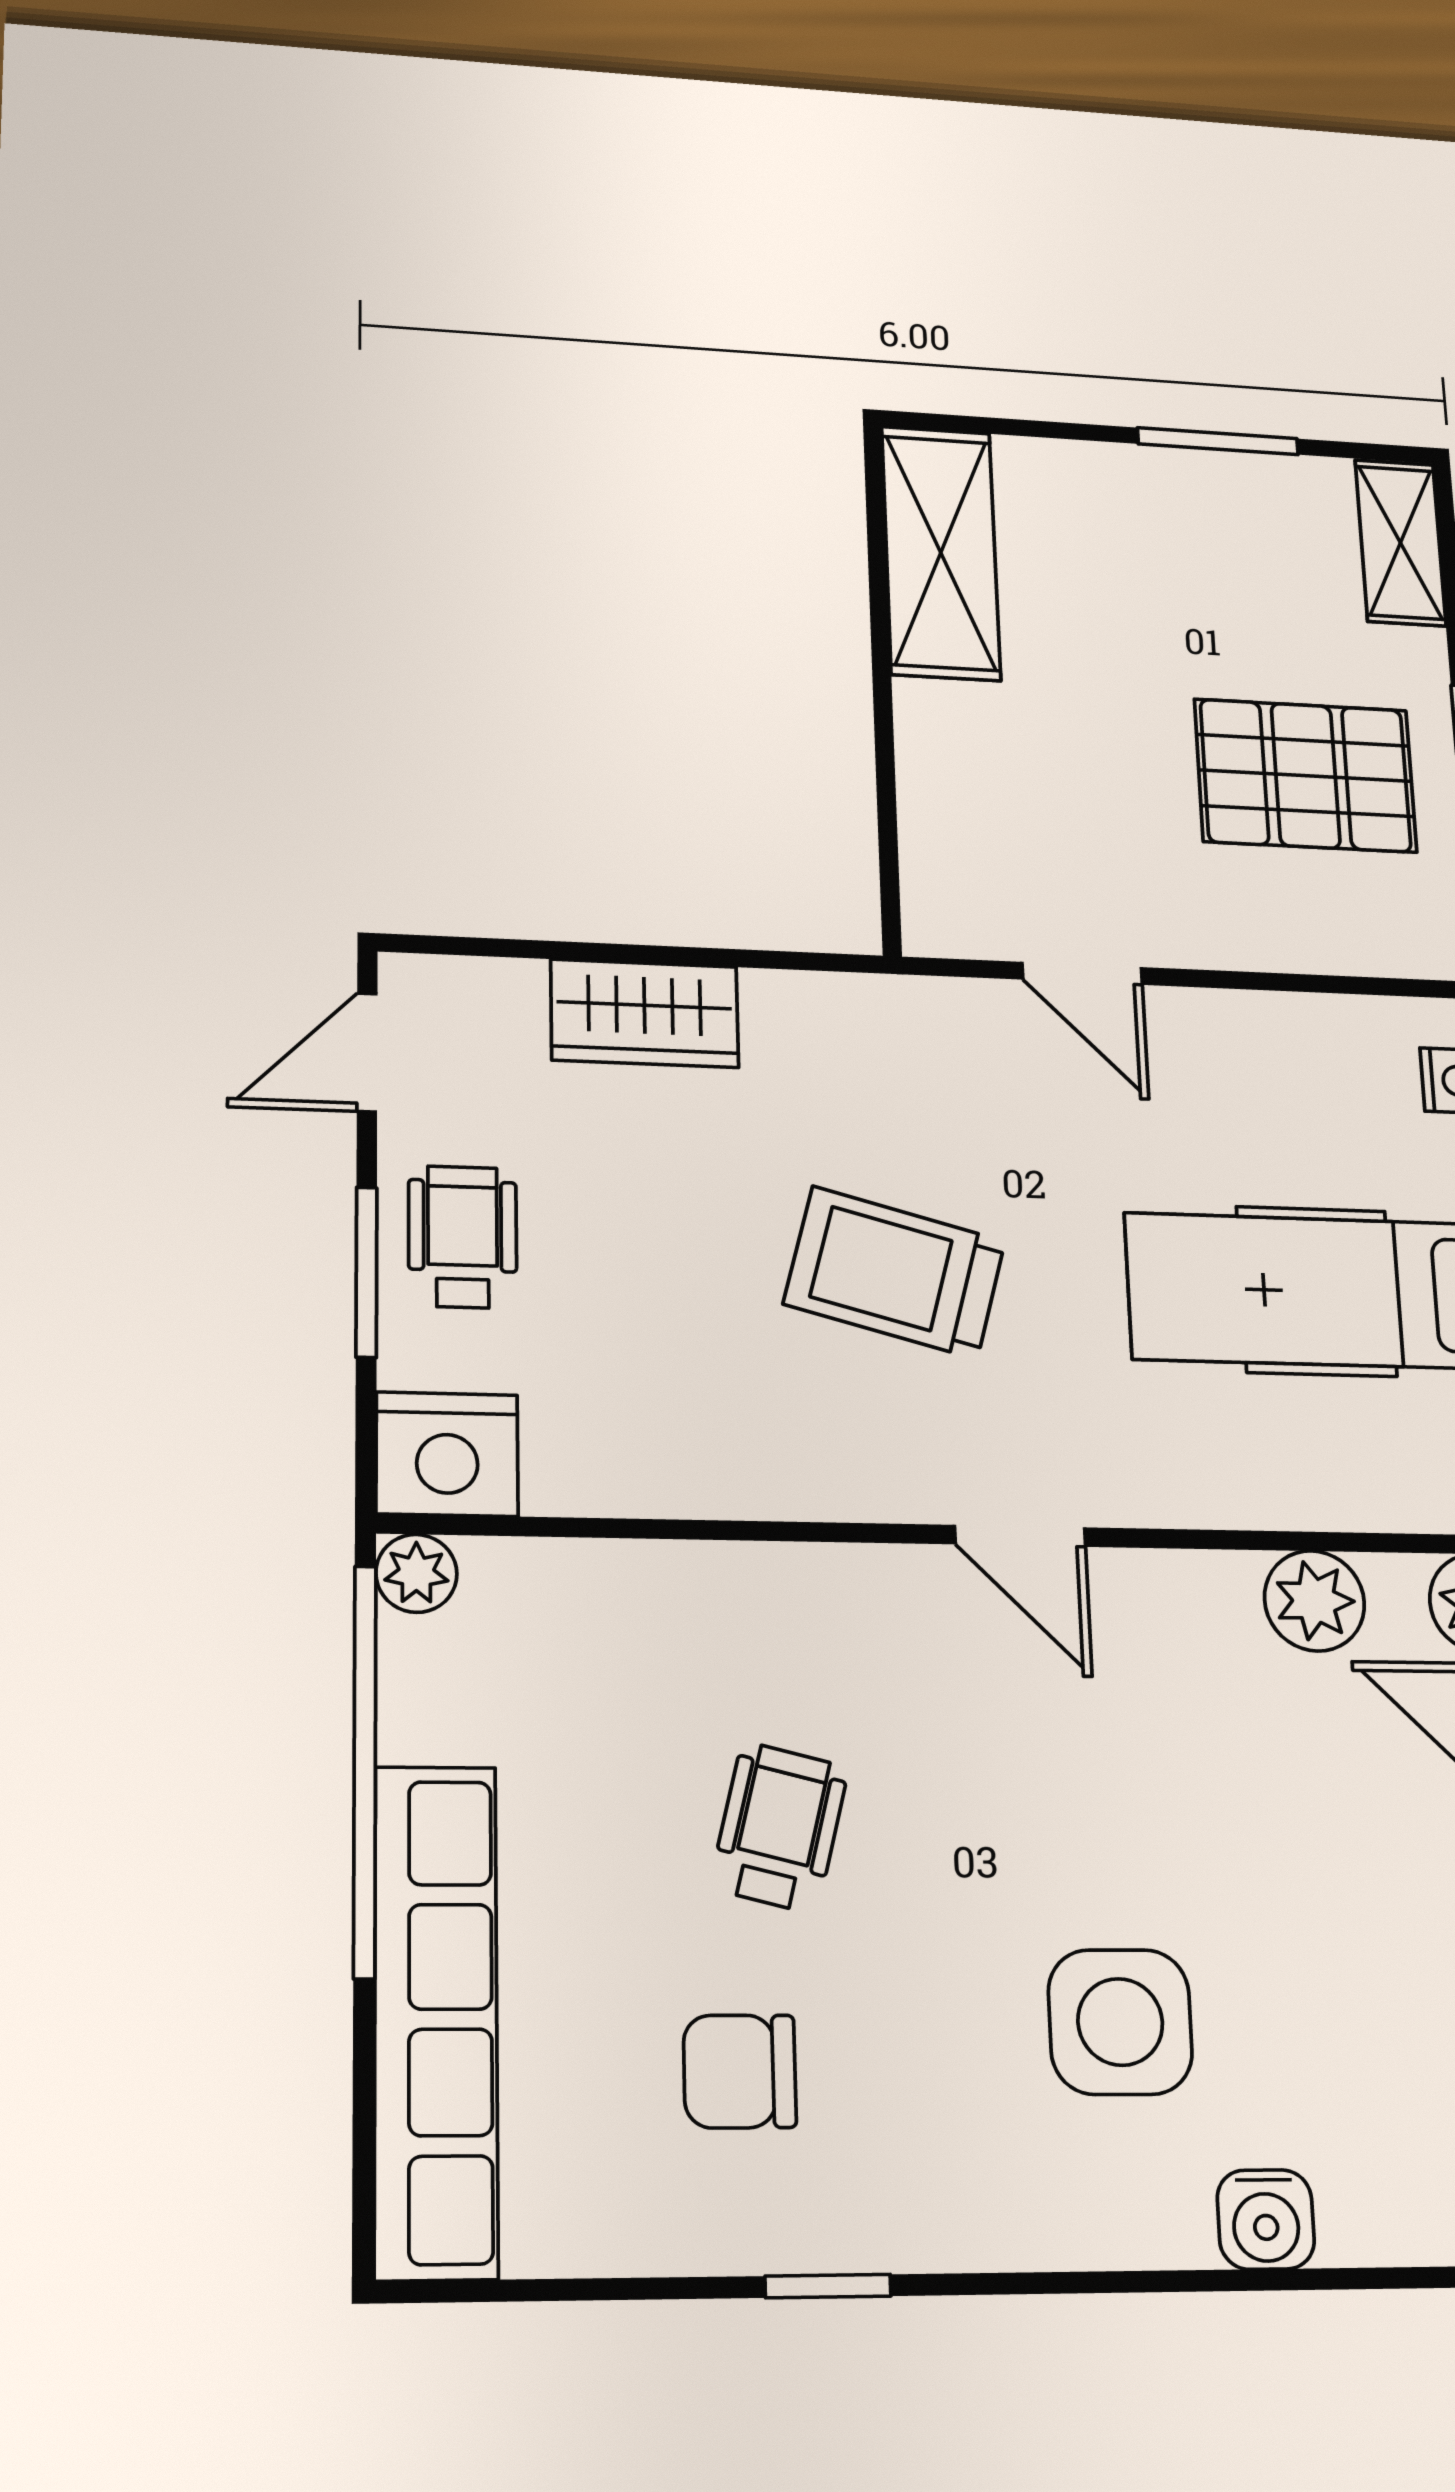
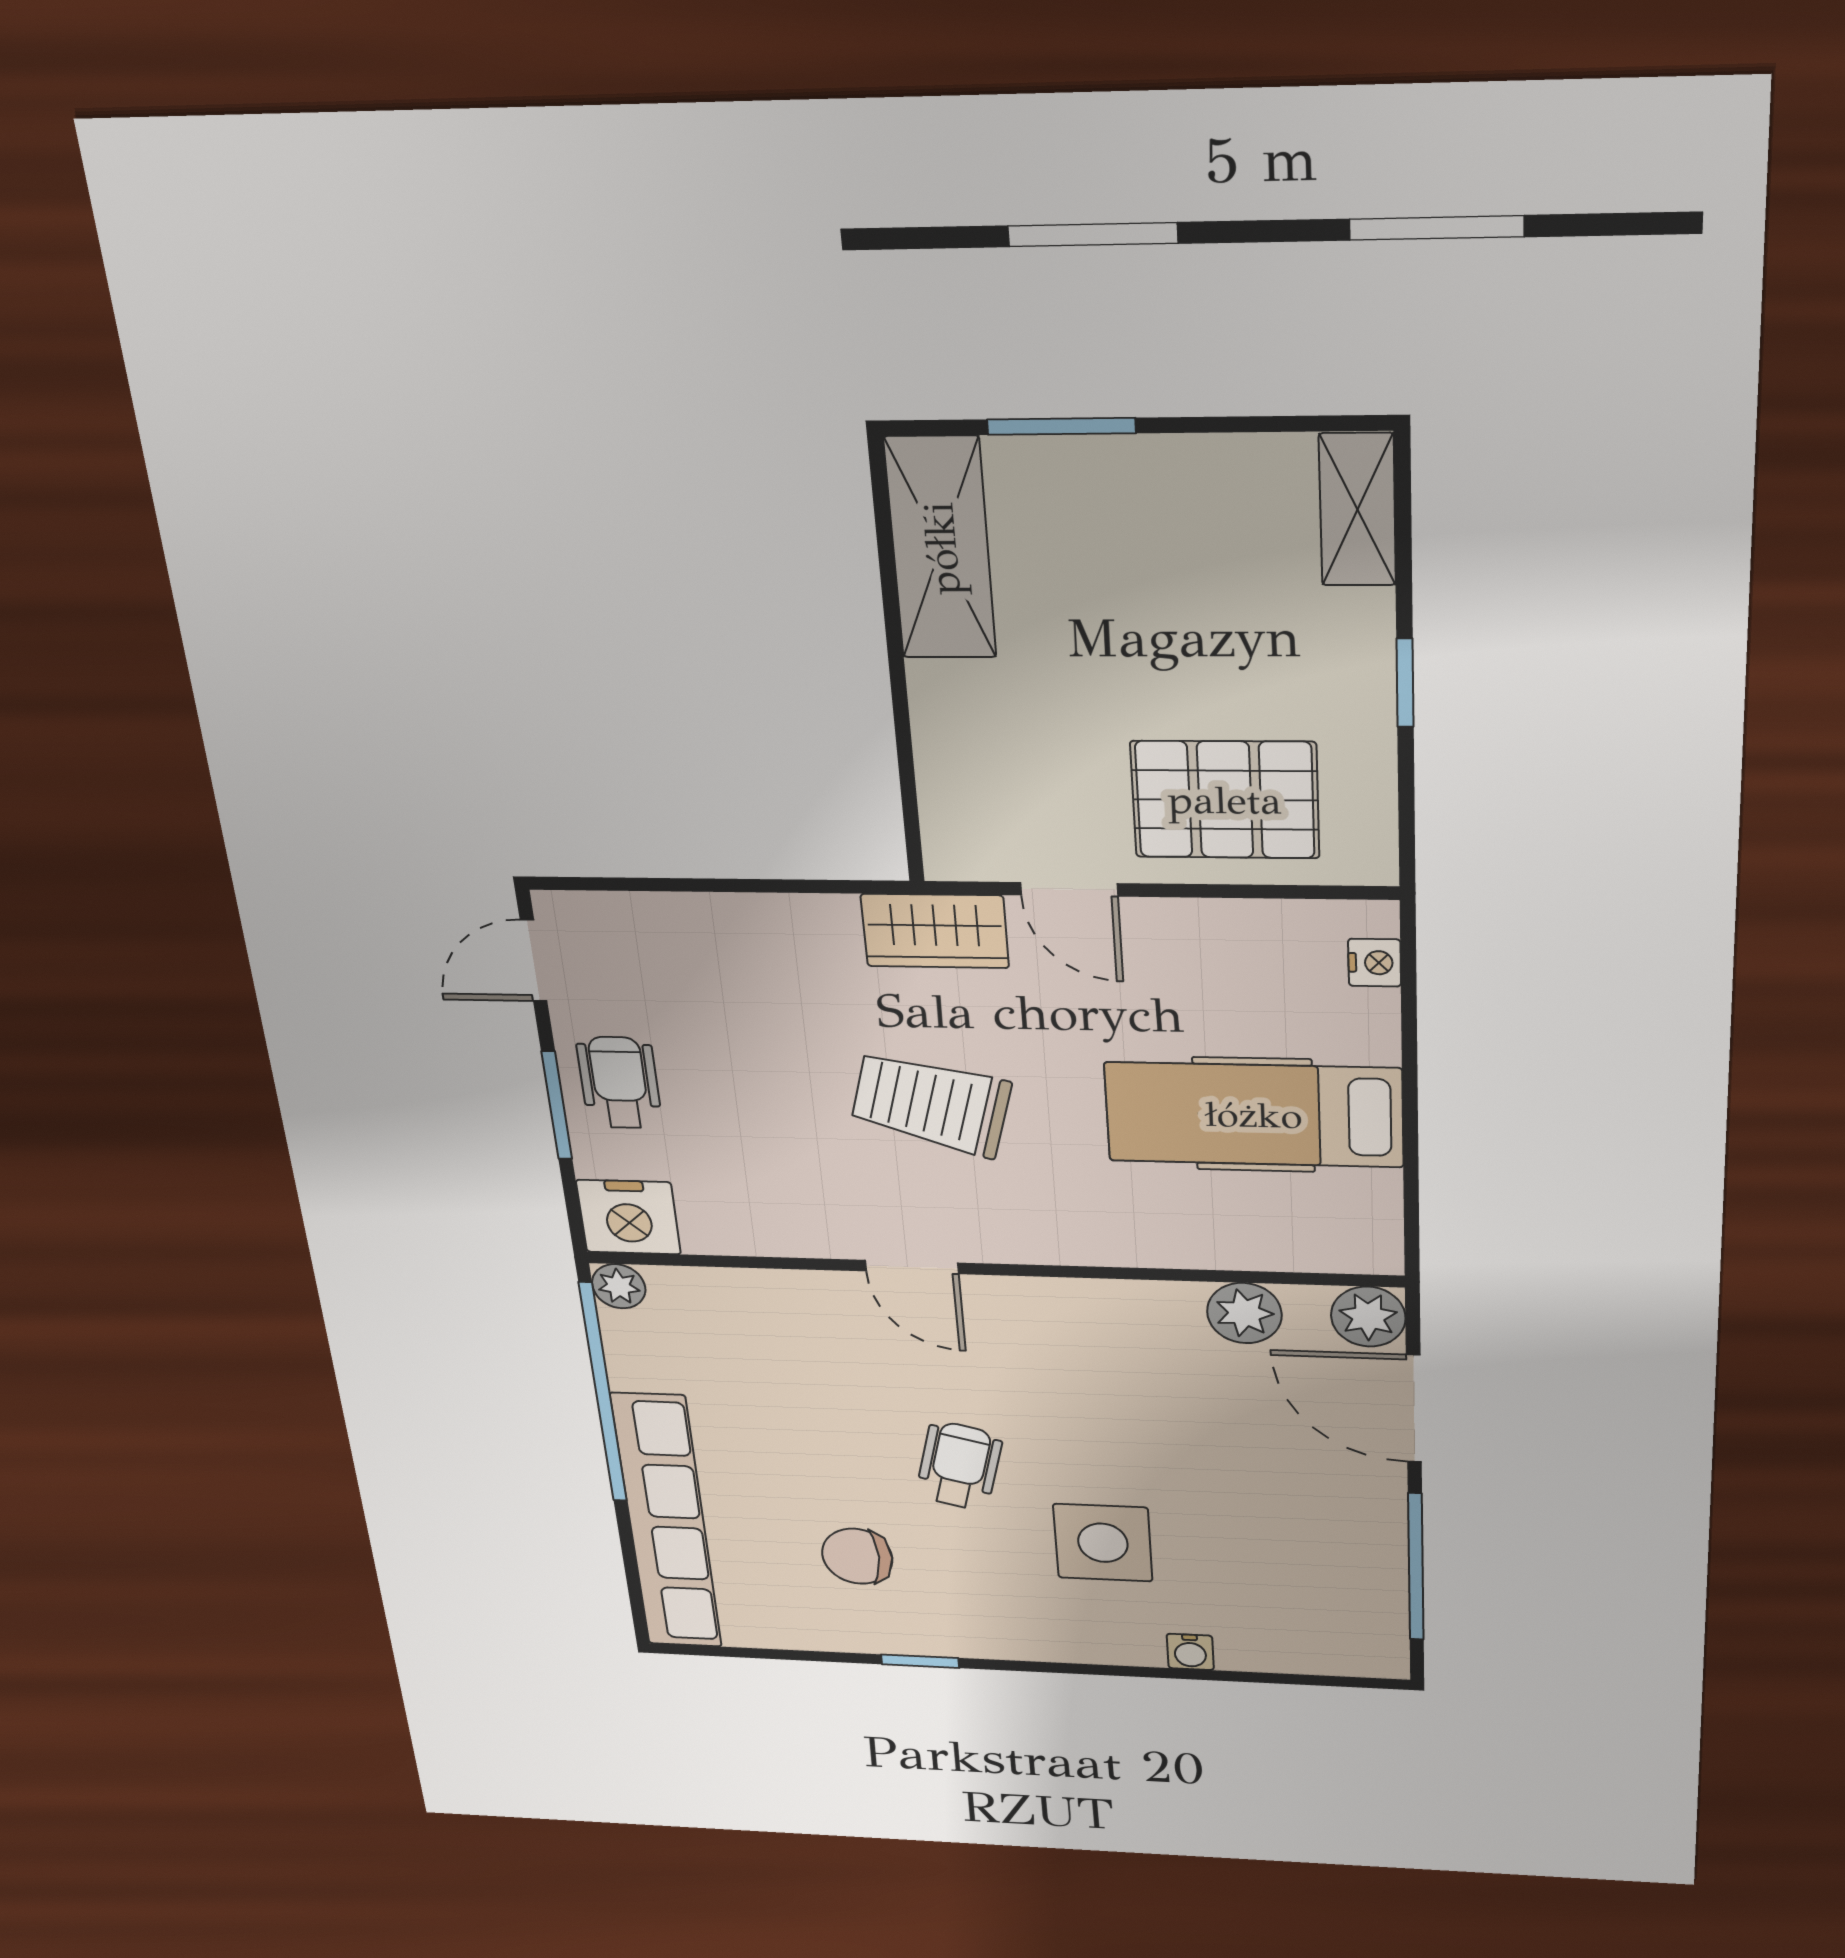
window: (1218, 441) -> (1061, 426), moved
pallet: (1306, 776) -> (1225, 800), moved
wardrobe: (645, 1013) -> (935, 931), moved
door: (1020, 1536) -> (912, 1267), moved
wheelchair: (779, 1827) -> (959, 1466), moved
water cooler: (1266, 2219) -> (1190, 1652), width x0.72, depth x0.72

